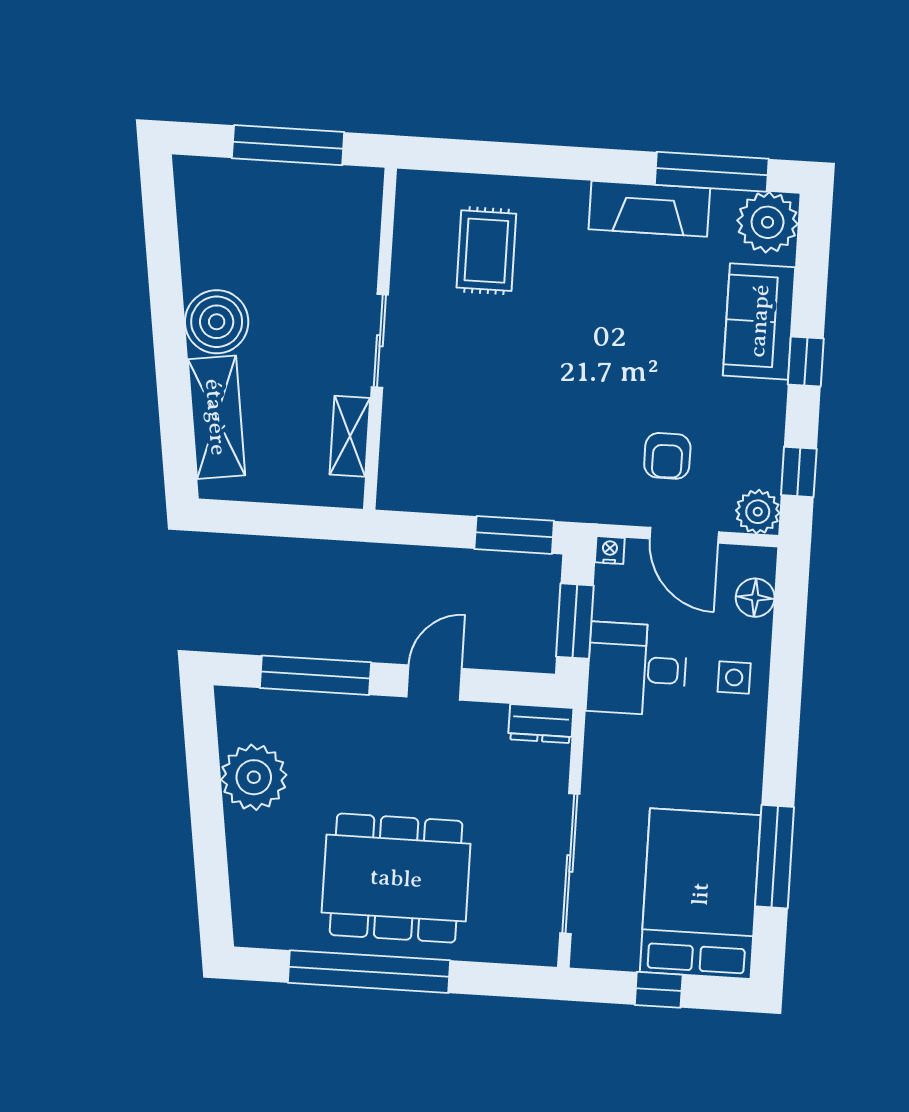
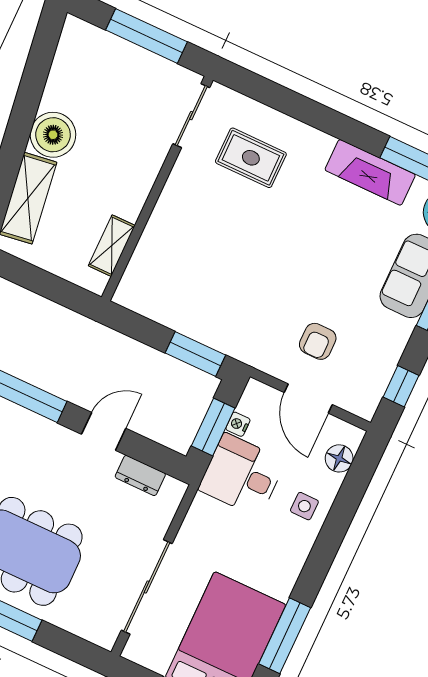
rug: (486, 251) -> (251, 158), turned 90
sliding door: (380, 341) -> (191, 116), moved
plant: (758, 512) -> (363, 402), removed
nightstand: (610, 550) -> (238, 424), moved, turned -90
dresser: (541, 724) -> (140, 475), moved

